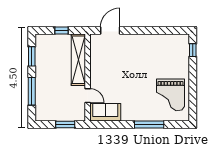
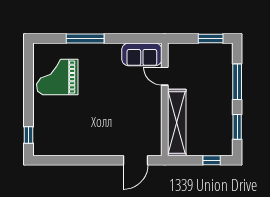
window: (62, 31) -> (212, 160), moved
grand piano: (171, 95) -> (57, 77), turned -90
window: (65, 125) -> (211, 39), moved

